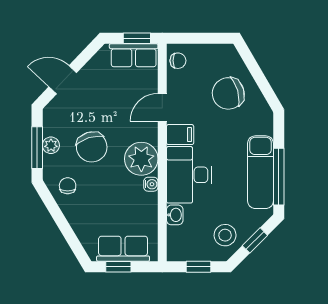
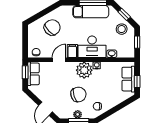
chair: (228, 93) -> (52, 27), turned -117
door: (162, 107) -> (59, 60), swing flipped

